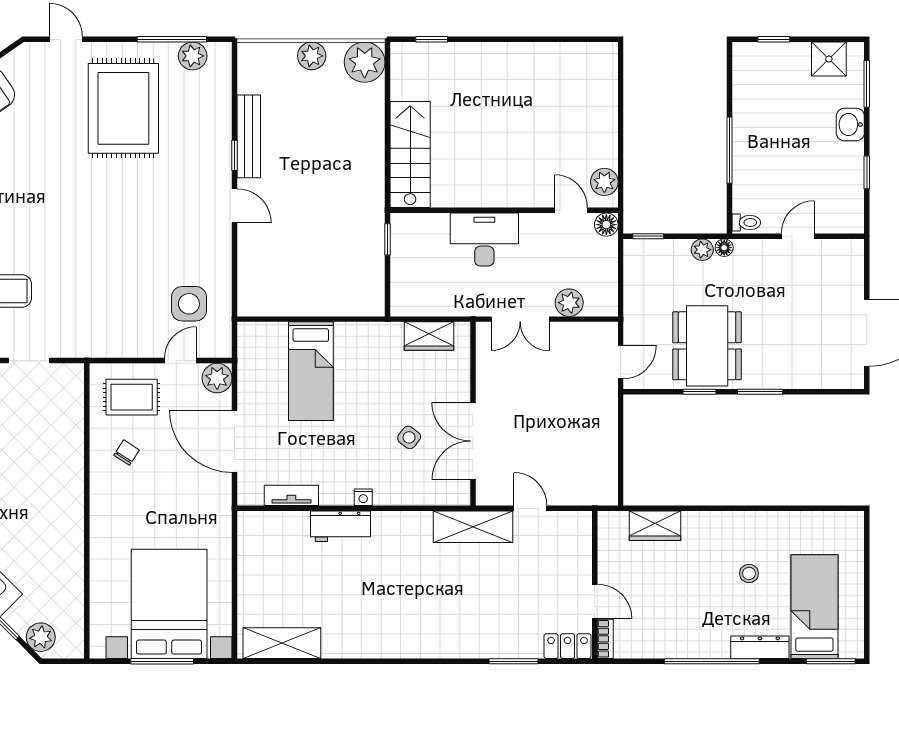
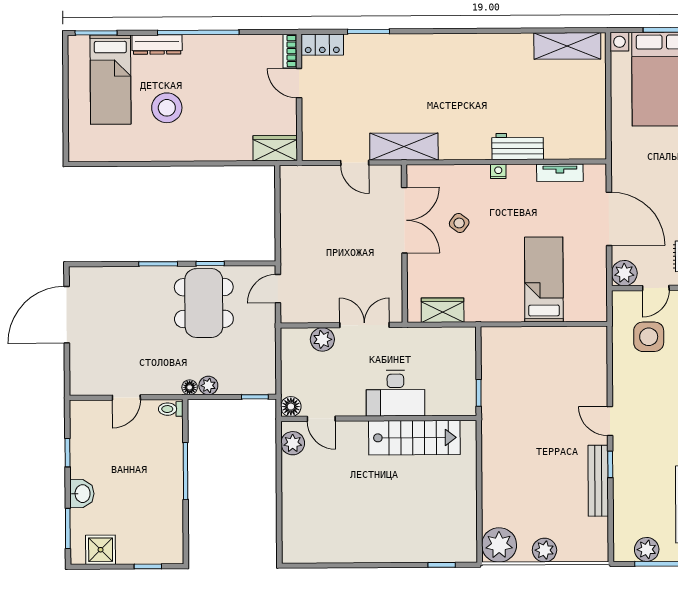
stairs: (410, 155) -> (414, 438), moved, turned -90
wardrobe: (655, 526) -> (275, 148), moved
stool: (749, 573) -> (167, 108), width x1.89, depth x1.89

